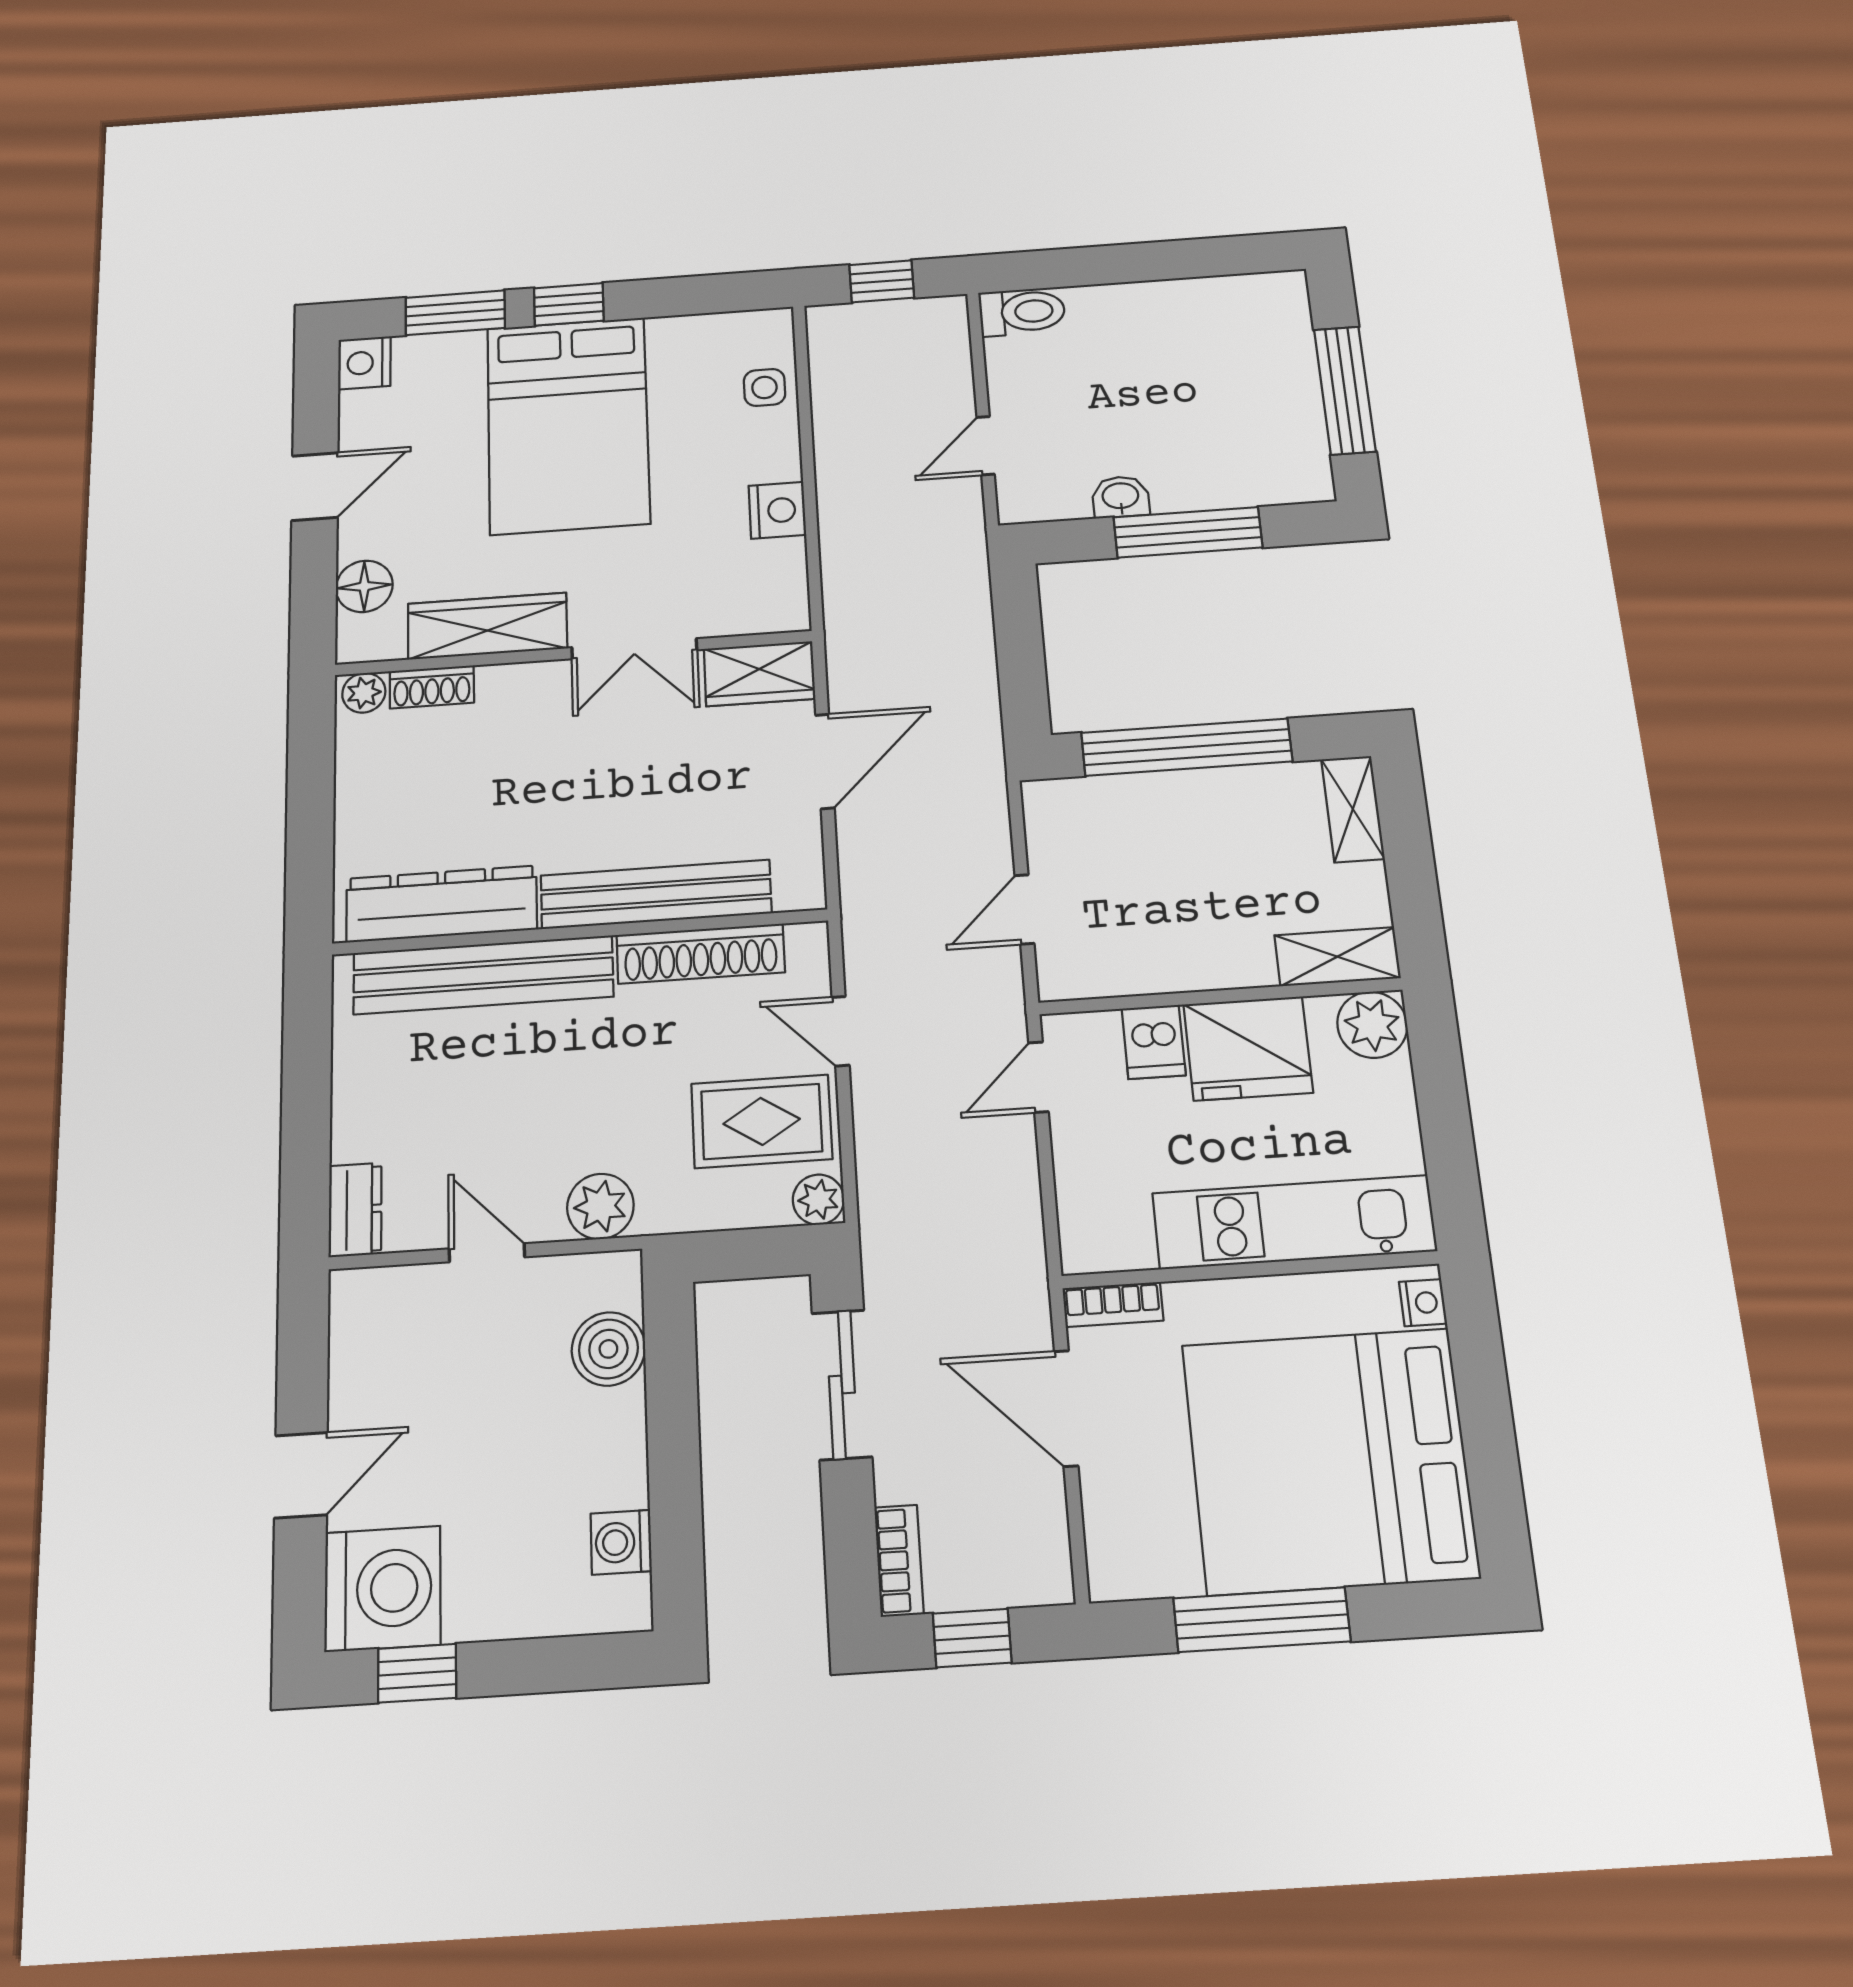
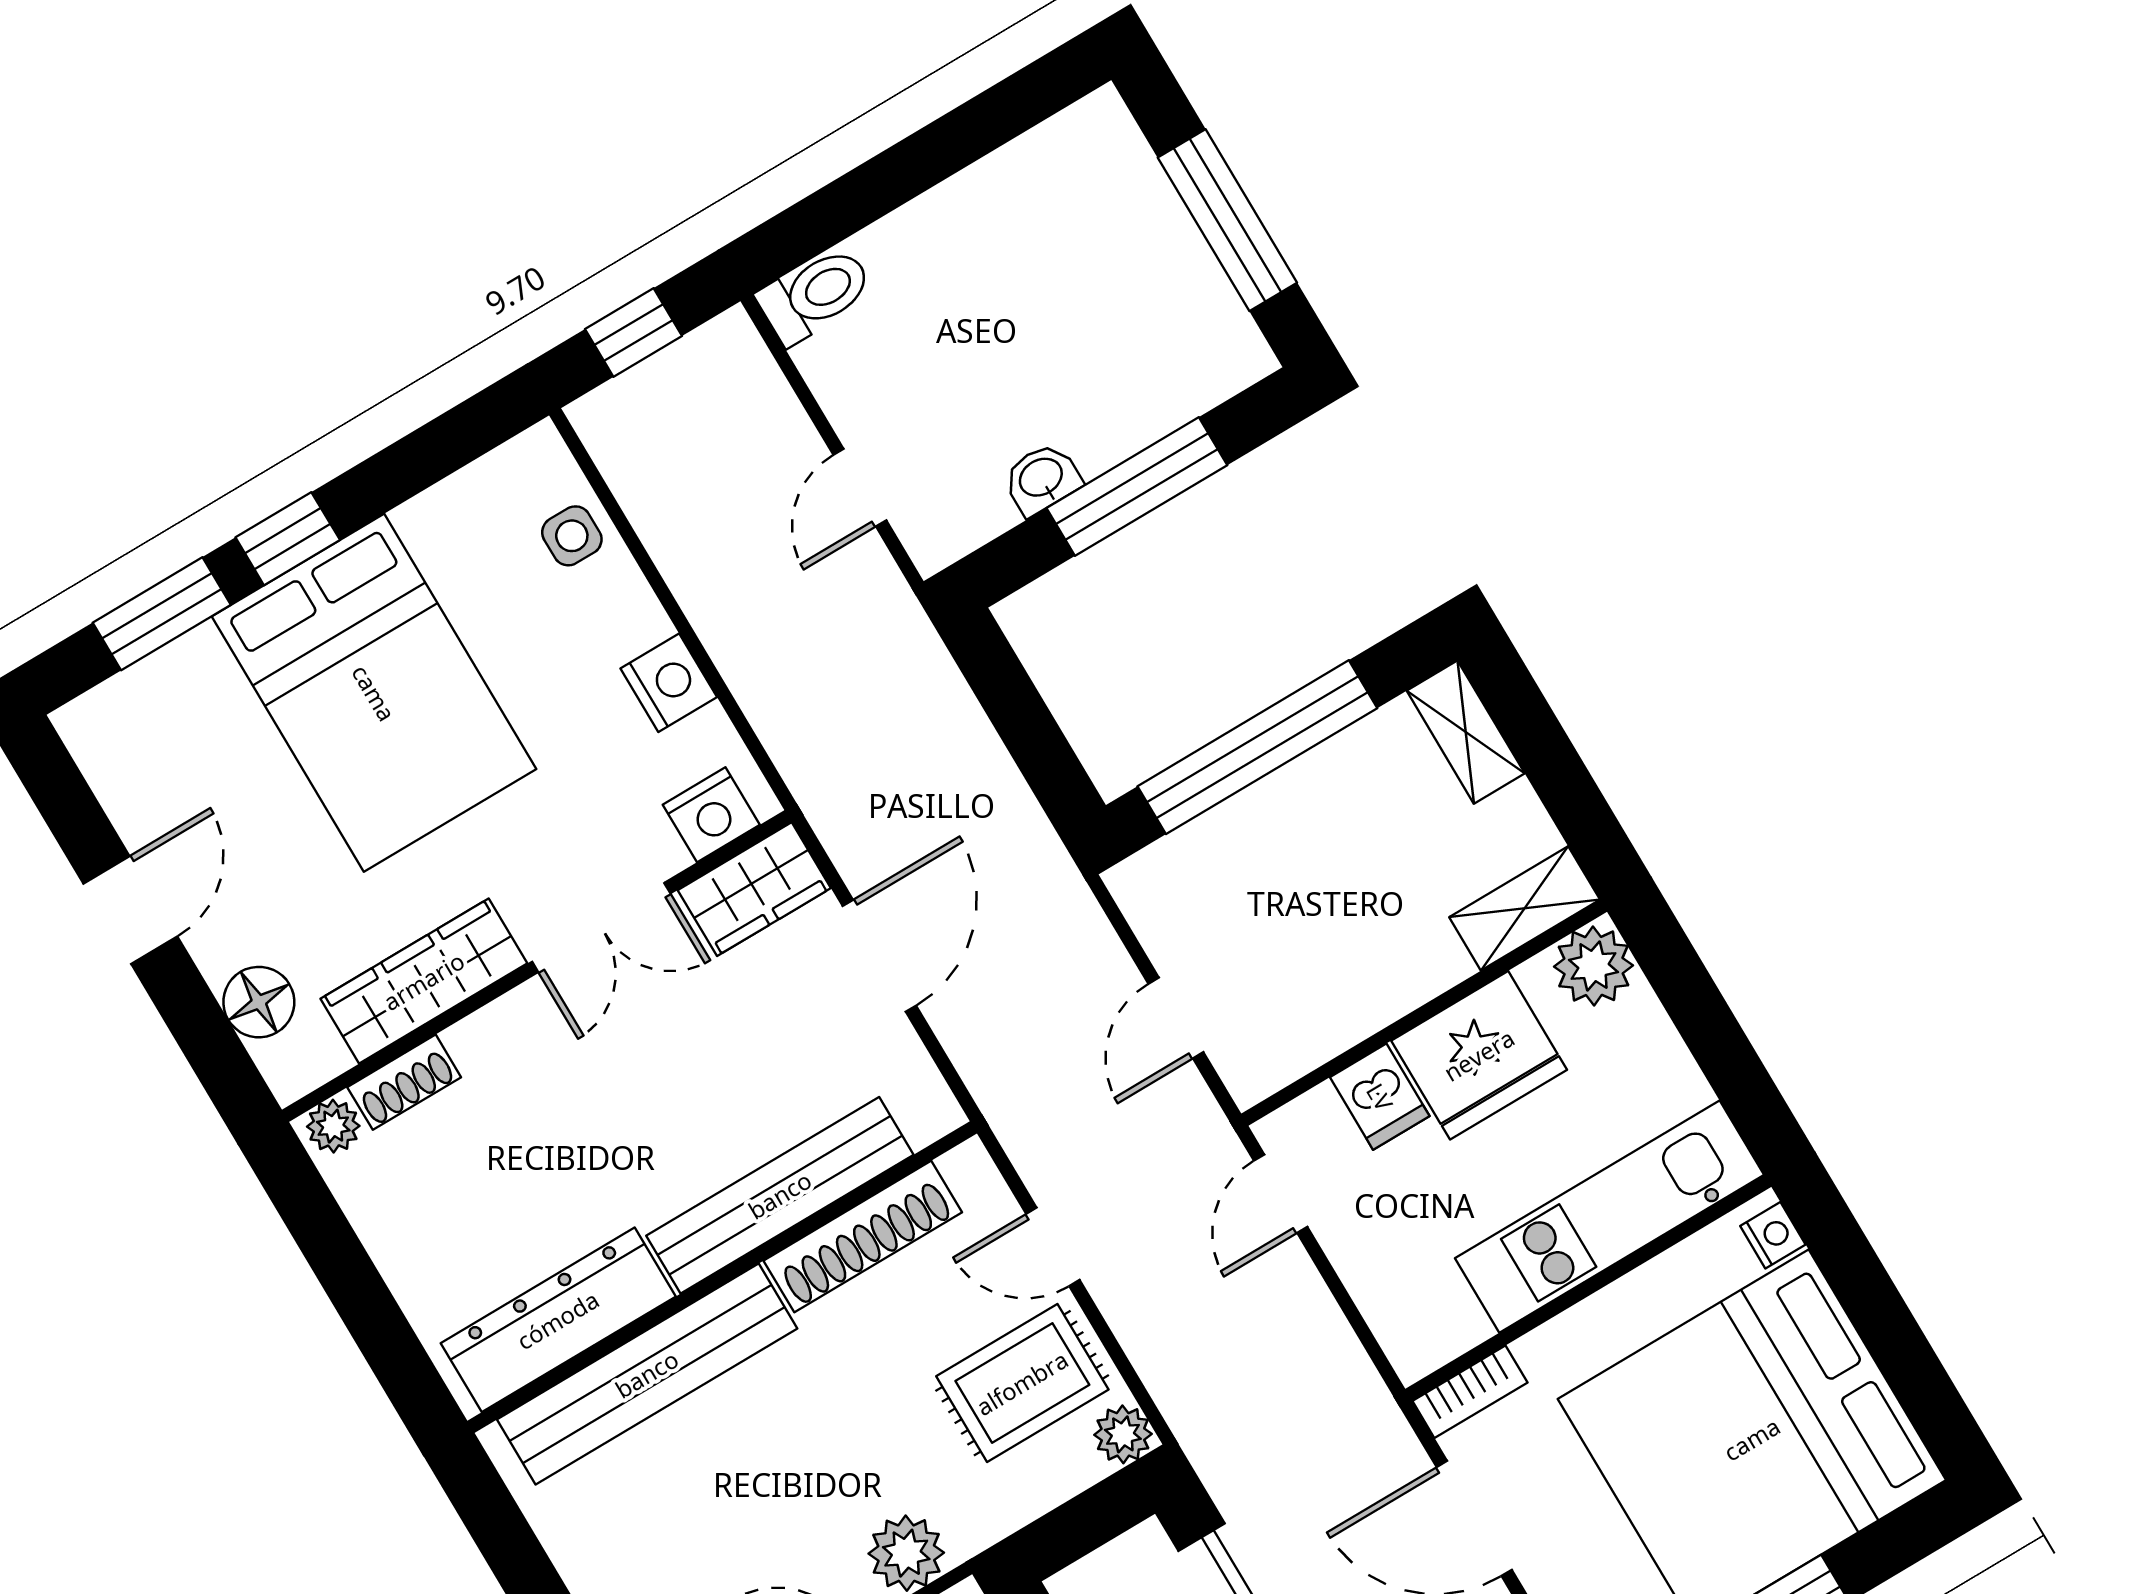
nightstand: (364, 363) -> (711, 815), moved, turned -90

